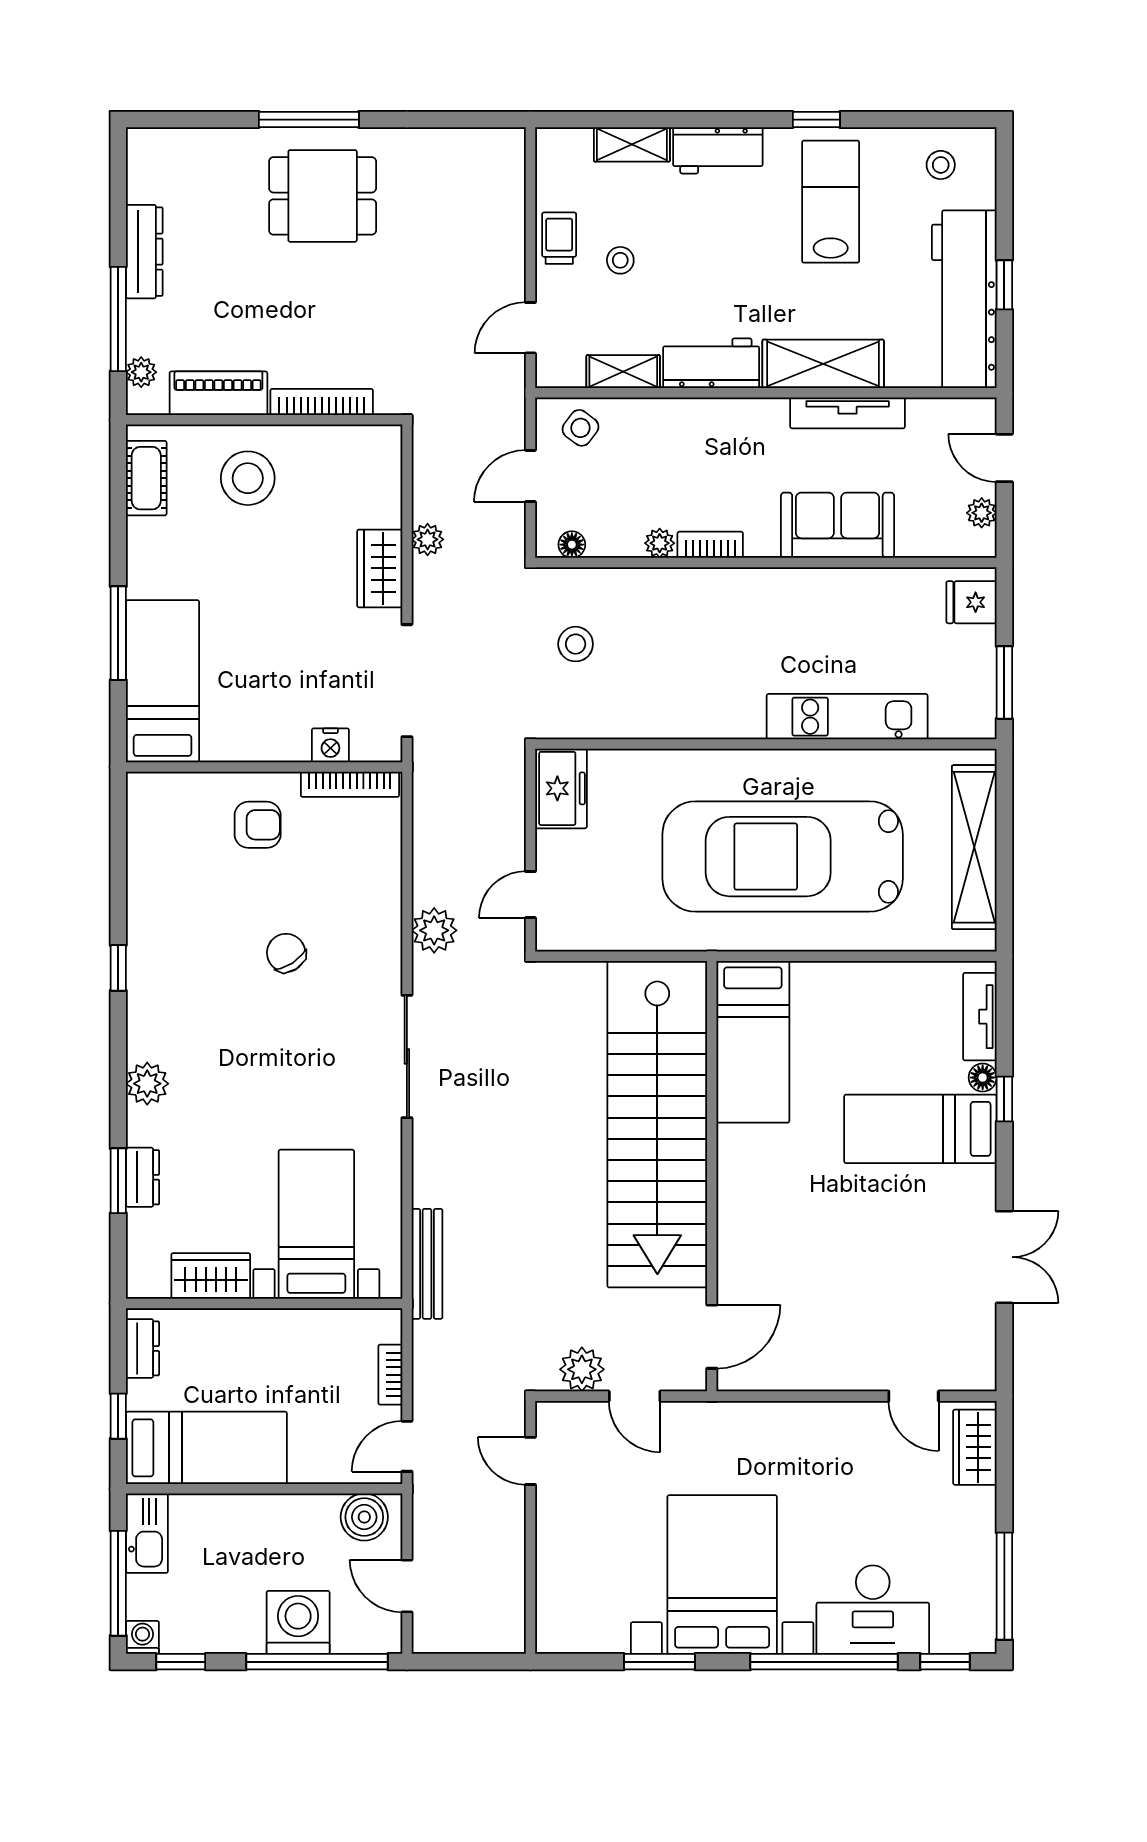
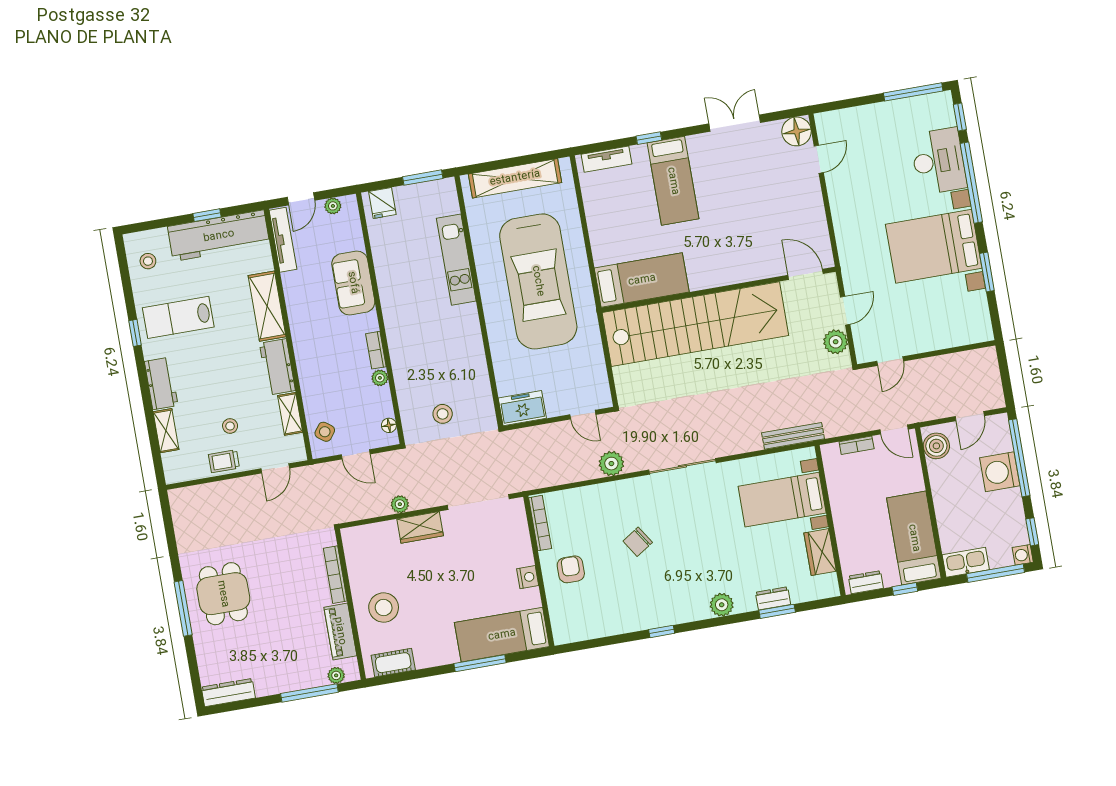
dresser: (144, 252) -> (228, 693), moved
door: (530, 328) -> (275, 468), hinge flipped
tv unit: (848, 413) -> (283, 240), moved
nightstand: (330, 745) -> (528, 577), moved
floor lamp: (983, 1078) -> (797, 131), moved, width x1.89, depth x1.89
wardrobe: (975, 1447) -> (841, 121), removed

